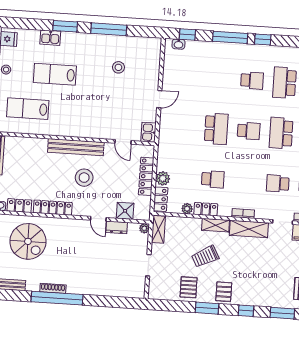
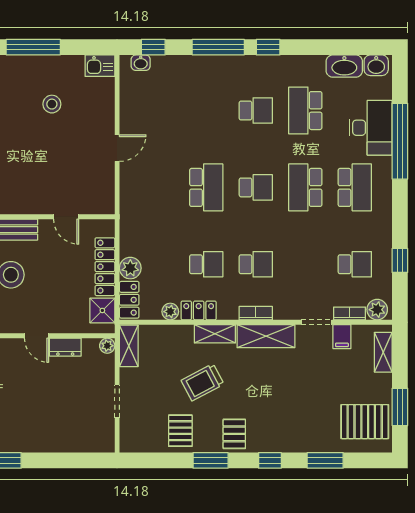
kitchen sink: (149, 132) -> (100, 66), moved, turned -90
school desk: (278, 184) -> (256, 264), moved, turned 180
shower: (125, 211) -> (102, 310), moved

